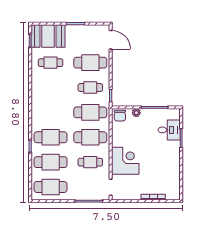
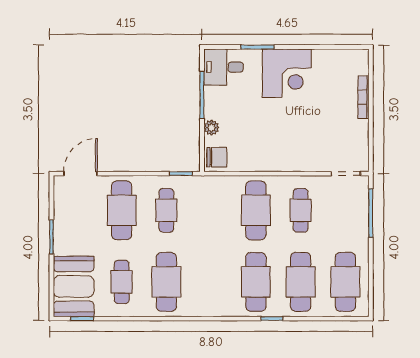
cafe table: (90, 112) -> (166, 282), moved
desk: (169, 130) -> (223, 67), moved, turned -90
corner desk: (125, 161) -> (287, 73), moved, turned 180

